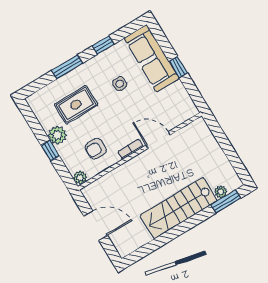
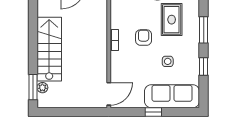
door: (158, 140) -> (109, 94), moved
armchair: (96, 149) -> (144, 38), moved

